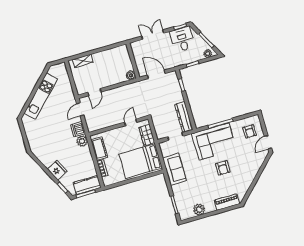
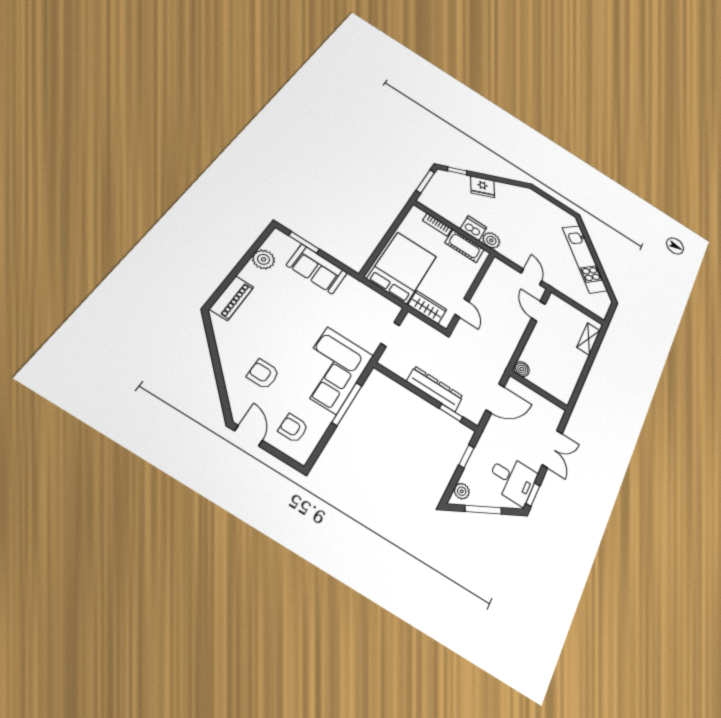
dresser: (184, 117) -> (435, 389), moved
dishwasher: (78, 129) -> (473, 228), moved
armchair: (223, 168) -> (263, 374), moved
sofa: (174, 169) -> (317, 269), moved
kitchen counter: (87, 185) -> (434, 193), removed

